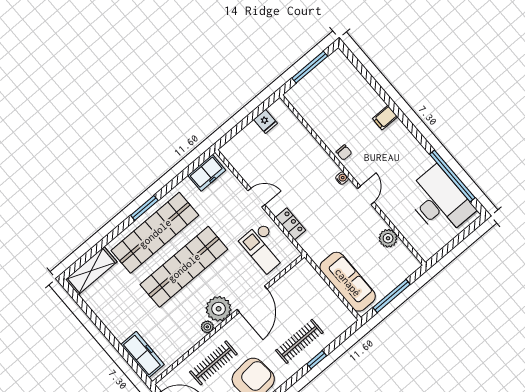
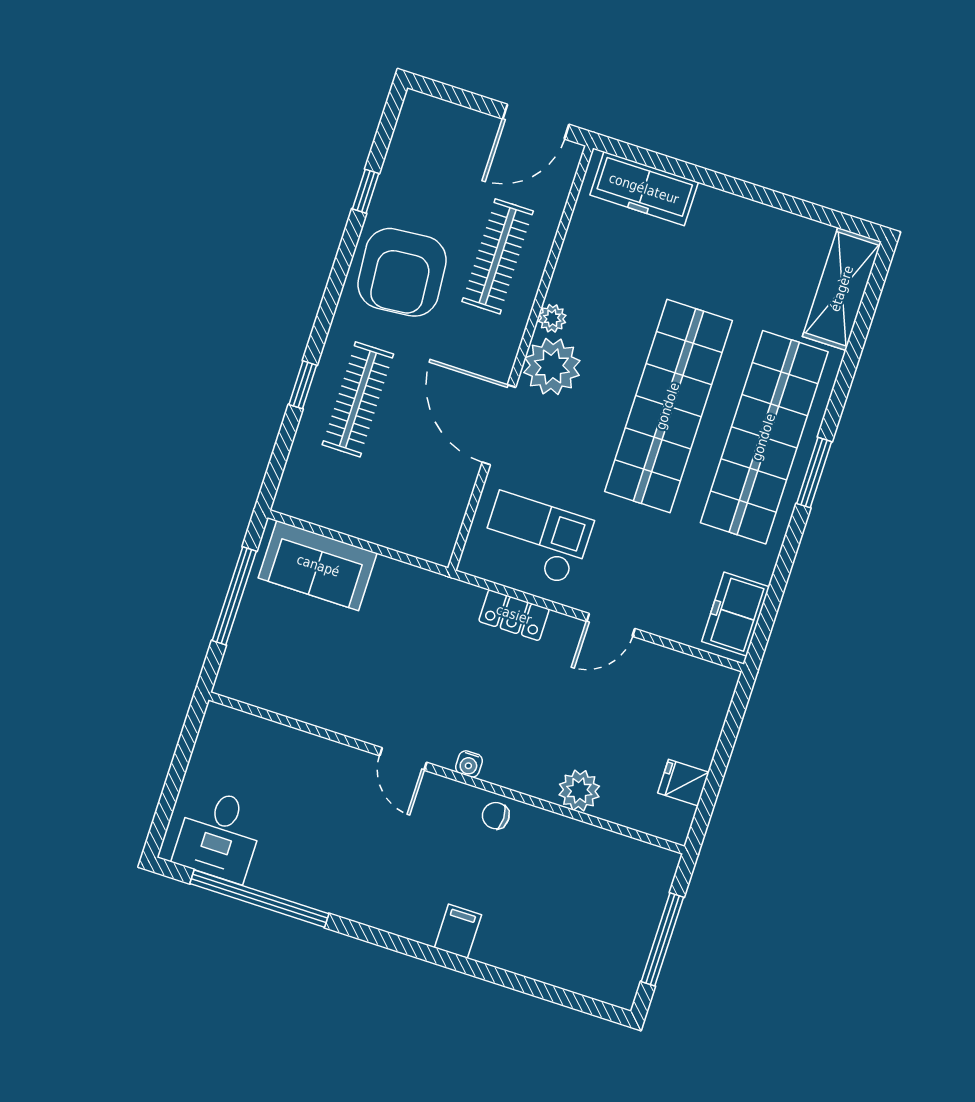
desk: (439, 202) -> (219, 835), width x0.53, depth x0.77
plant: (388, 238) -> (579, 791), moved
sofa: (348, 282) -> (318, 566), width x0.73

